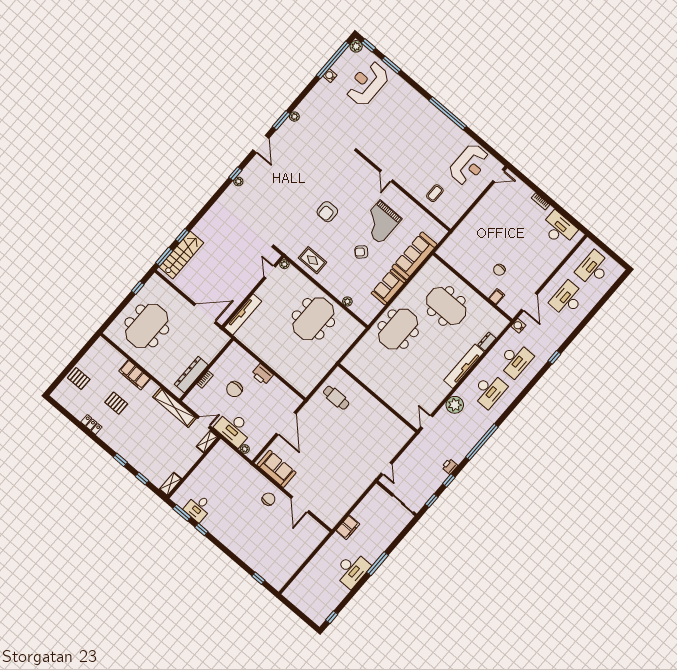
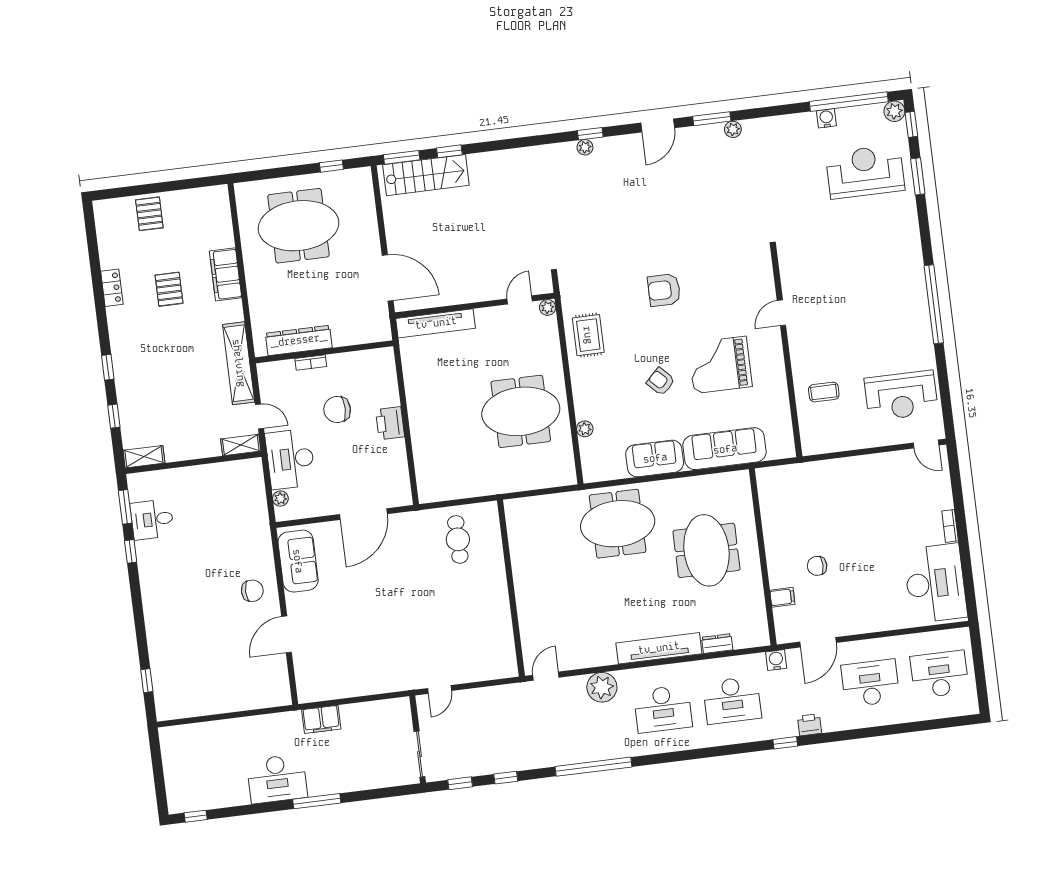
desk: (559, 229) -> (935, 583), width x1.36, depth x1.30
printer: (450, 466) -> (809, 725), moved

